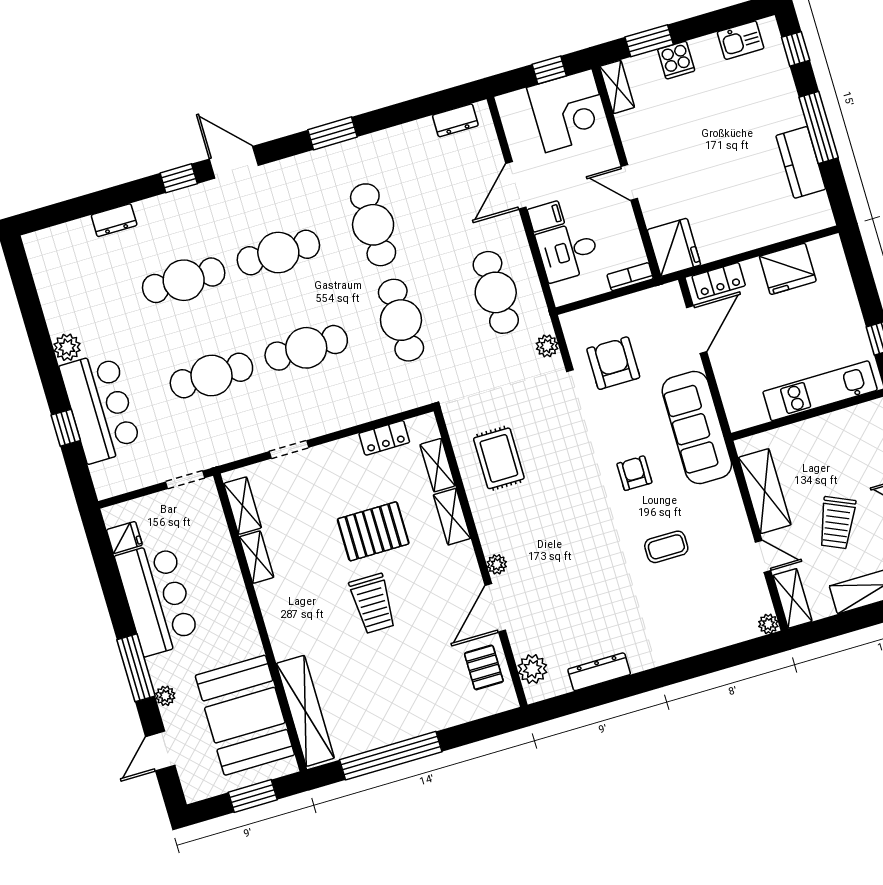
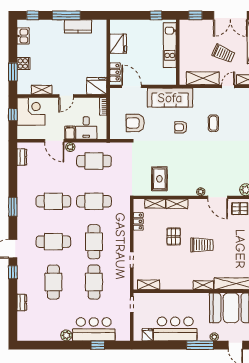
shelving: (617, 87) -> (42, 90), moved
cafe table: (278, 253) -> (53, 242), turned 90
plant: (547, 346) -> (70, 147), moved
rug: (499, 458) -> (159, 179), turned 90
pallet: (373, 531) -> (174, 236), width x0.67, depth x0.71
shelving: (256, 557) -> (203, 285), moved

